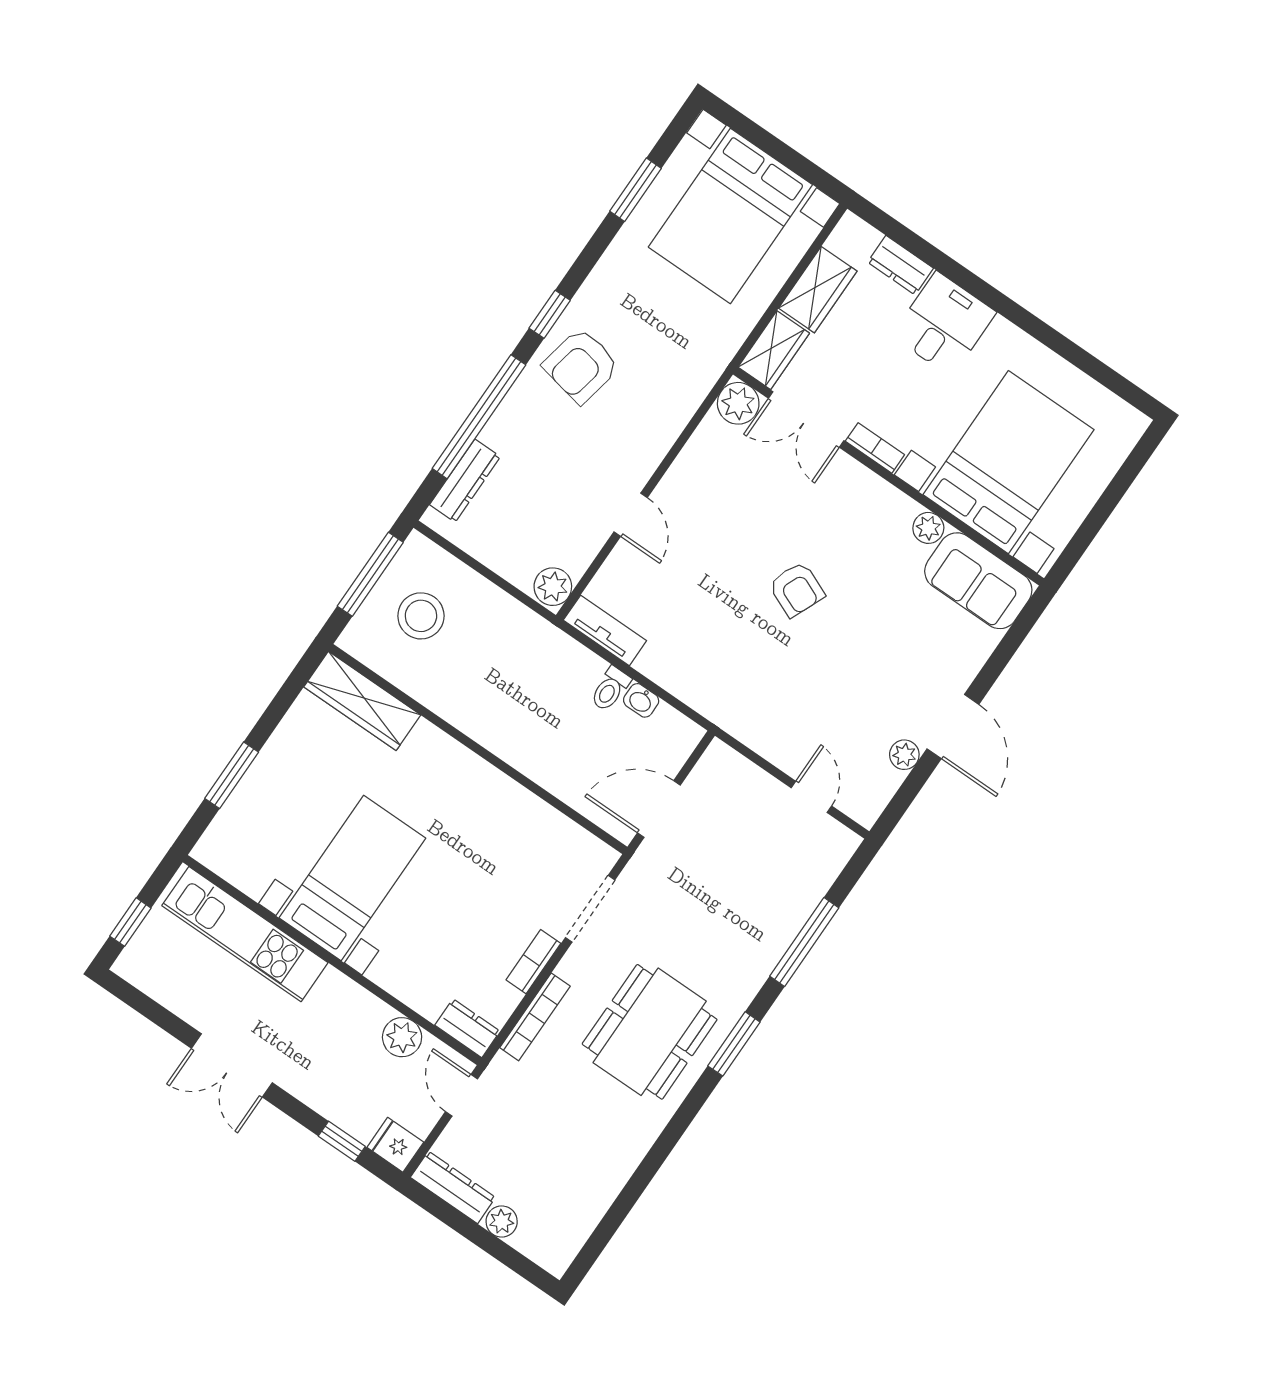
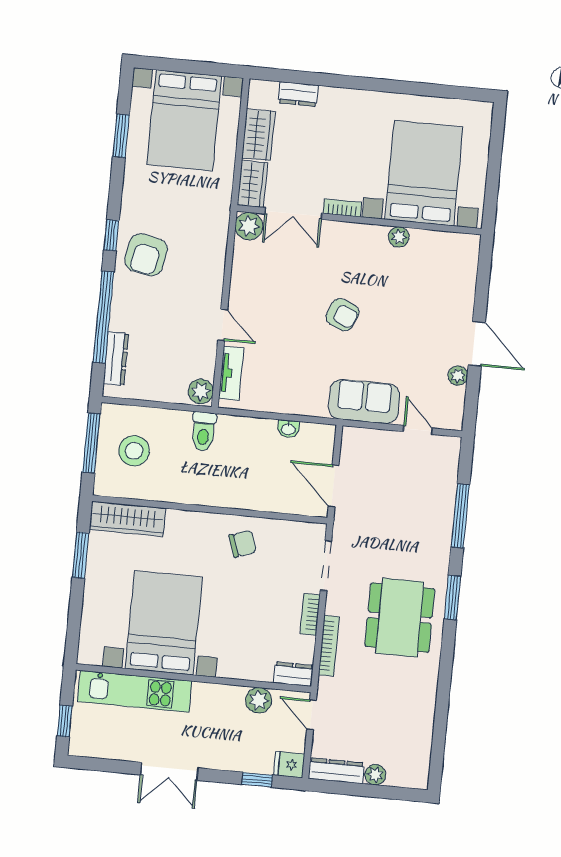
desk: (944, 324) -> (342, 114), removed
sofa: (978, 581) -> (364, 401), moved, turned 180
tv unit: (605, 630) -> (231, 373), moved, turned 90
toilet: (610, 689) -> (203, 431), moved, width x1.37, depth x1.39
window: (232, 775) -> (81, 555), moved
door: (659, 809) -> (334, 486), hinge flipped
chair: (496, 819) -> (243, 544), added
bed with nightstands: (352, 878) -> (164, 623), width x1.36

